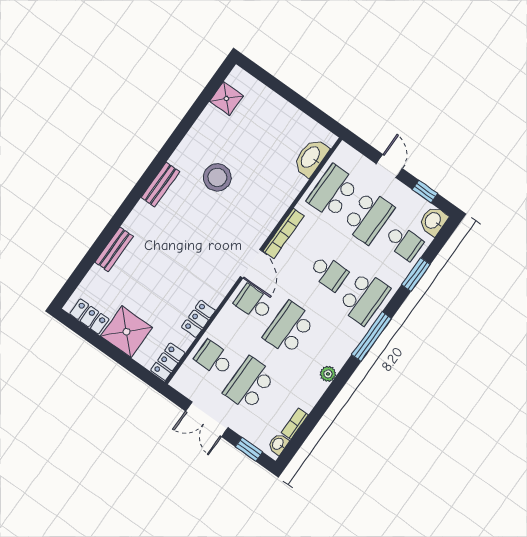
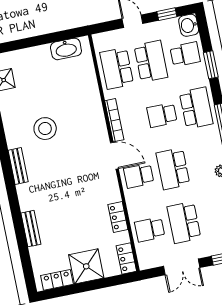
washbasin: (311, 157) -> (66, 49), moved, turned -90
school desk: (329, 273) -> (162, 115), turned 180

